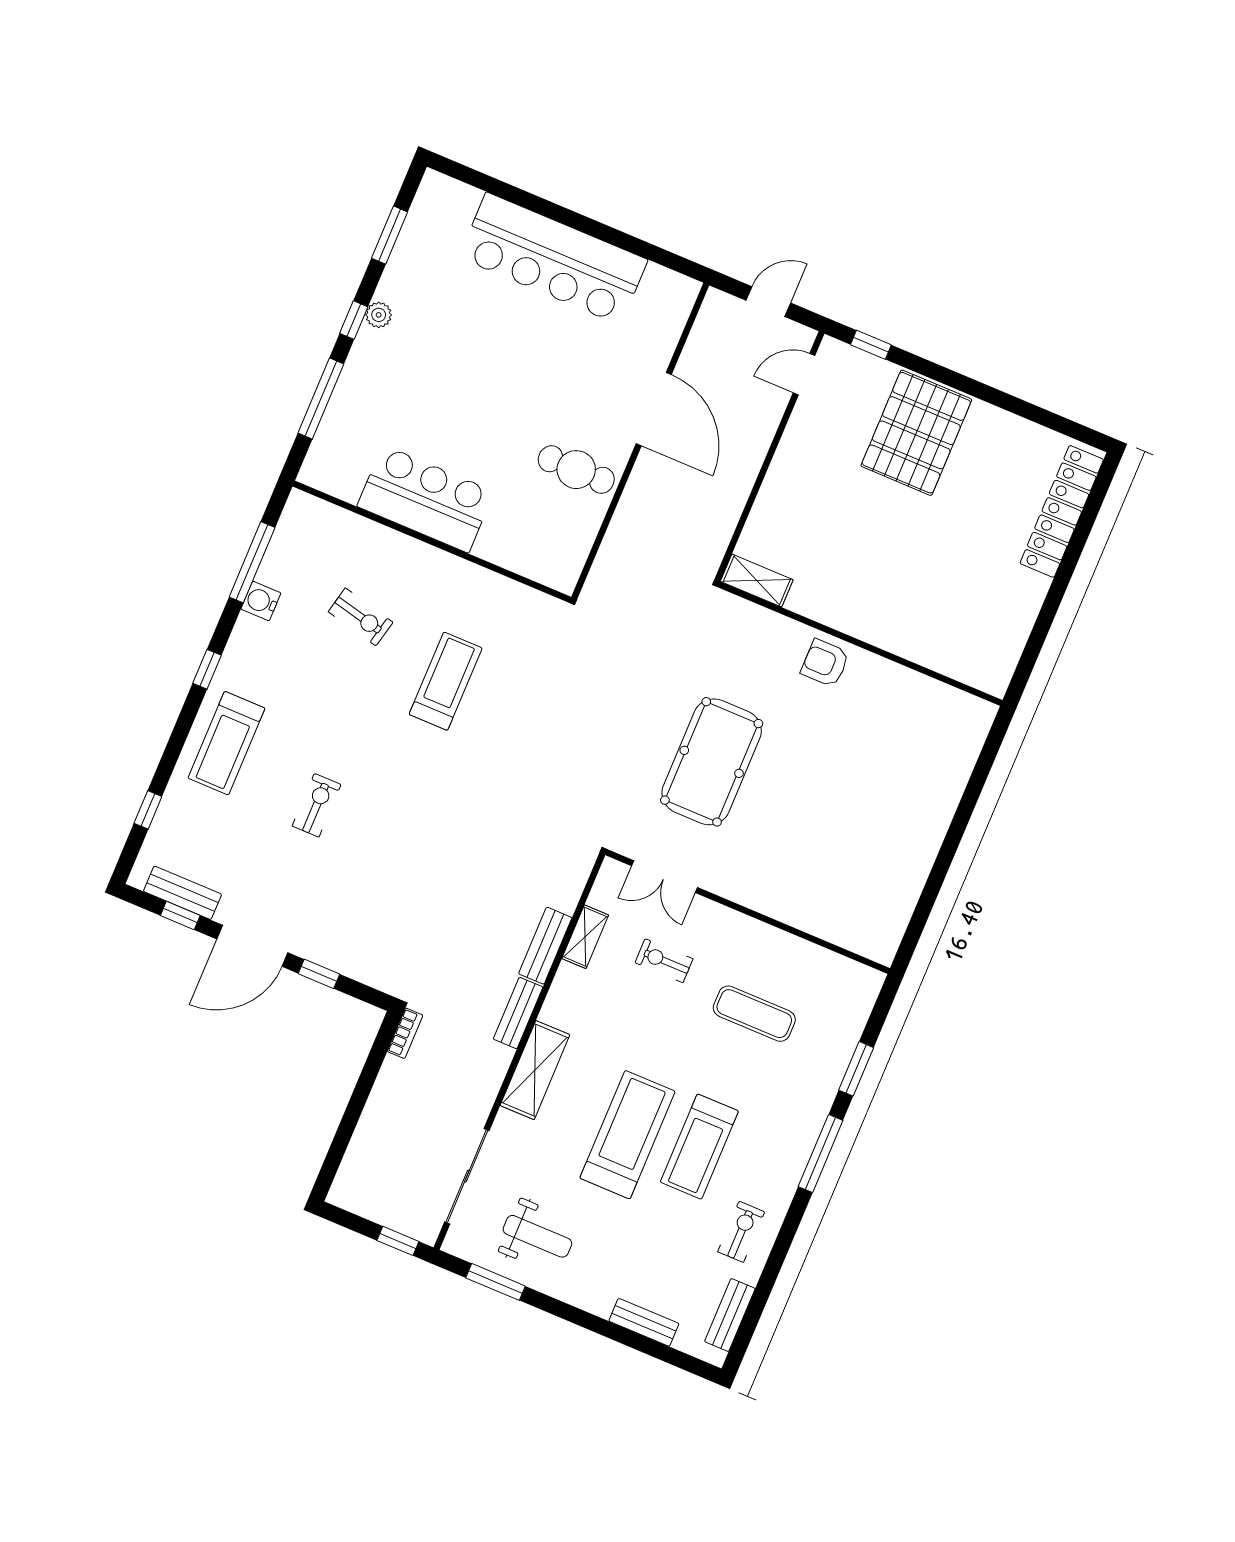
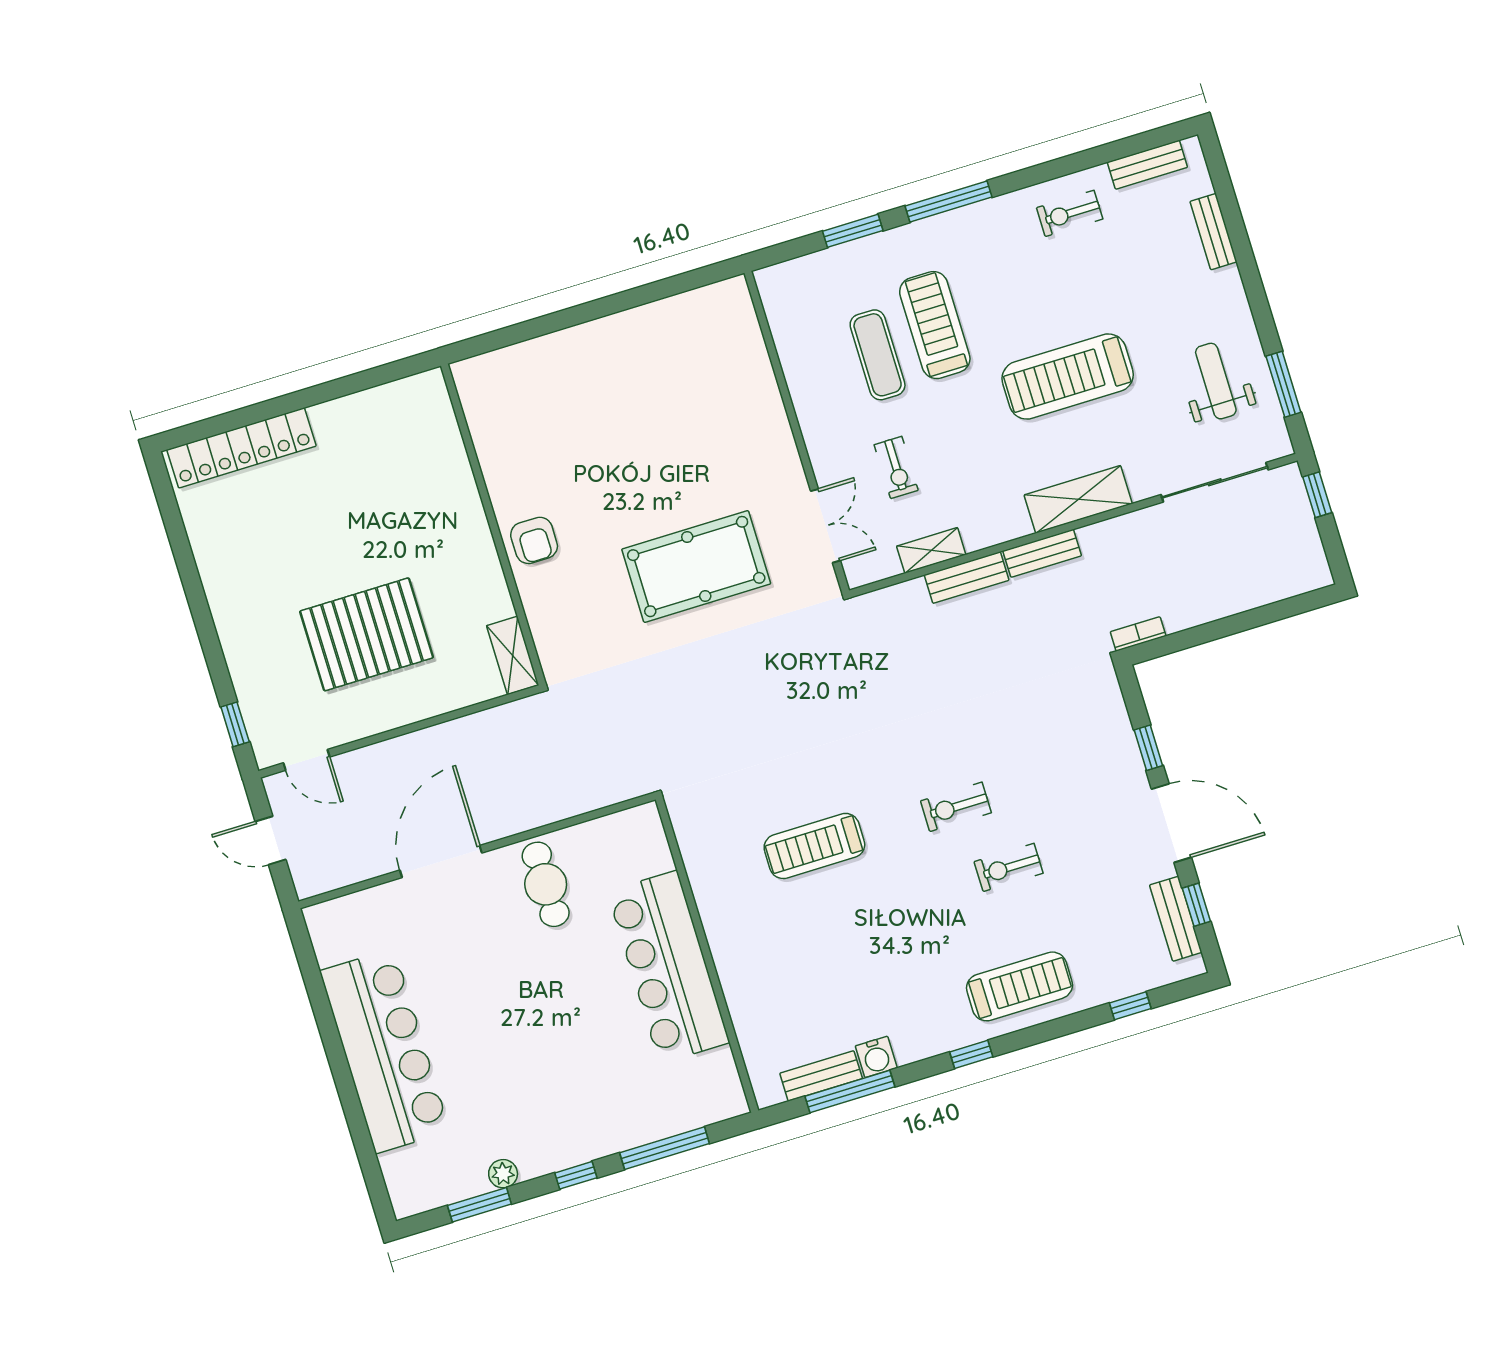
plant: (379, 315) -> (503, 1174), moved
pallet: (916, 433) -> (367, 634), moved
bar counter: (426, 499) -> (668, 967), width x1.36
bench: (280, 551) -> (821, 1076), added
exercise bike: (361, 617) -> (956, 807), moved, turned -103
treadmill: (699, 1147) -> (935, 325), moved, turned -90

